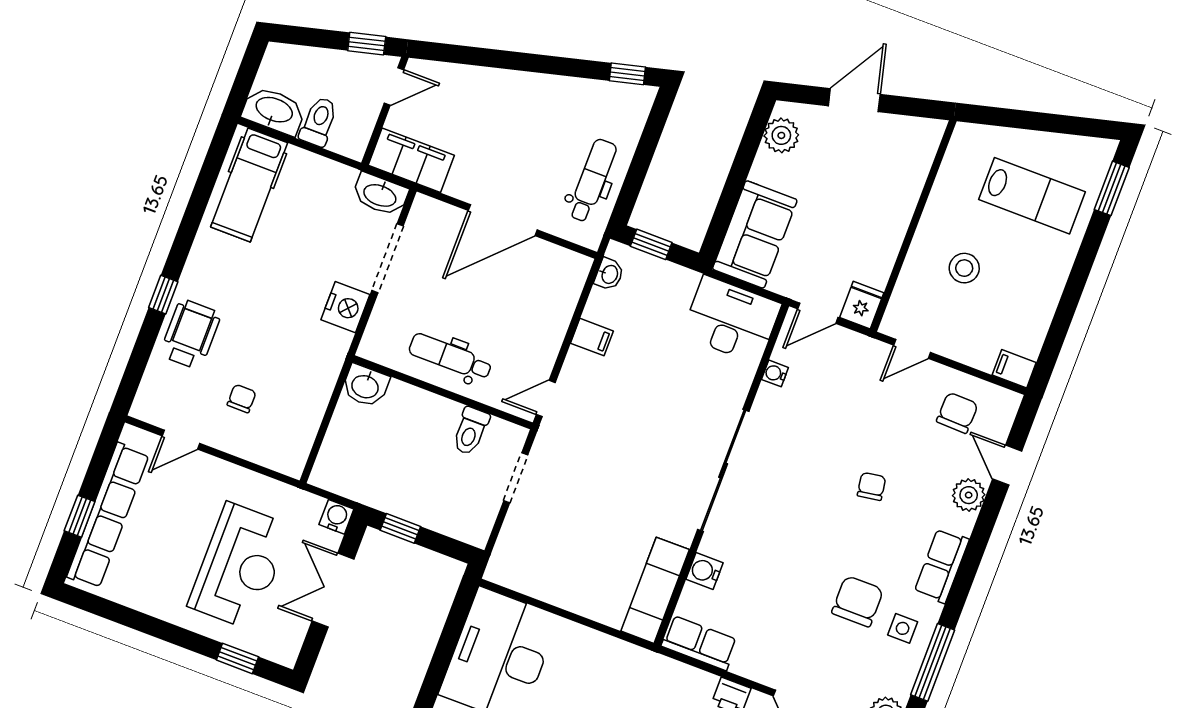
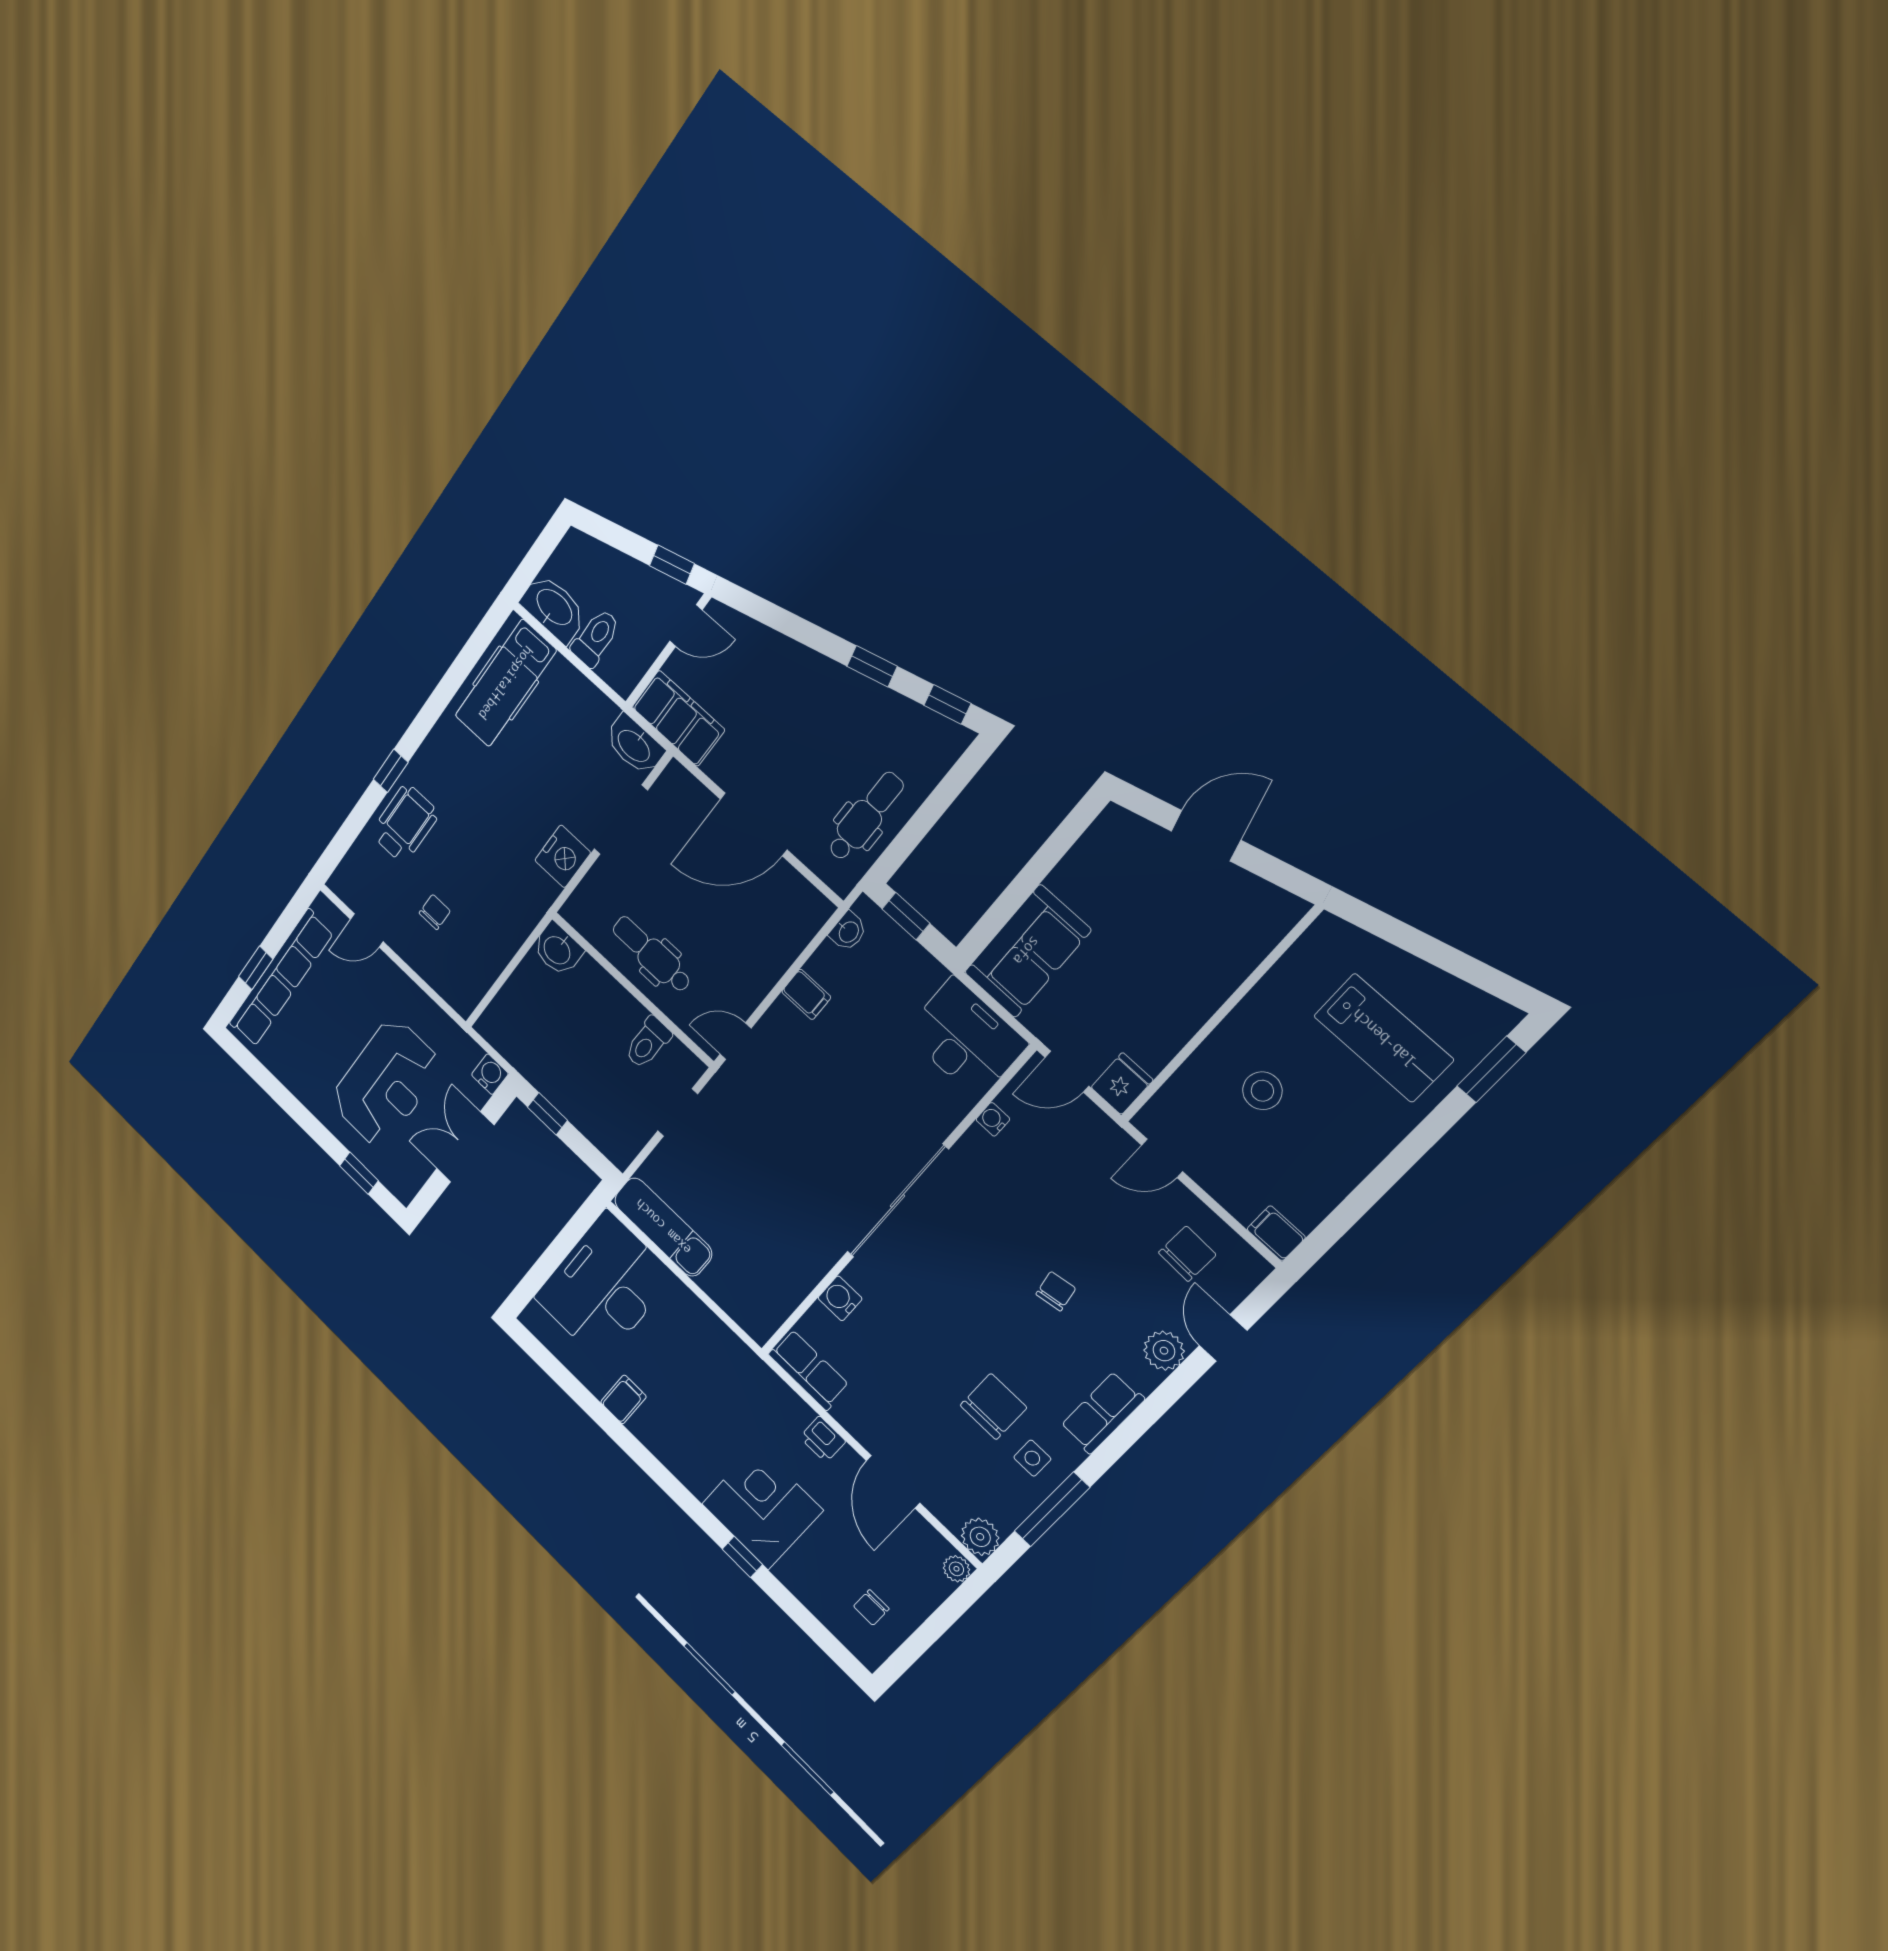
window: (558, 66) -> (872, 666), added
plant: (781, 135) -> (1101, 846), removed
exam couch: (655, 590) -> (663, 1227), moved, turned 90

